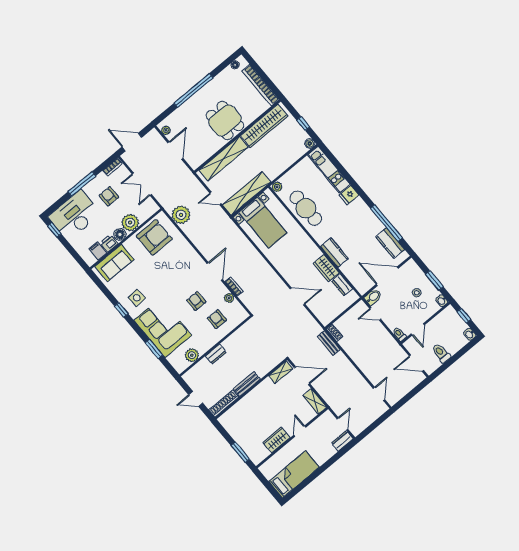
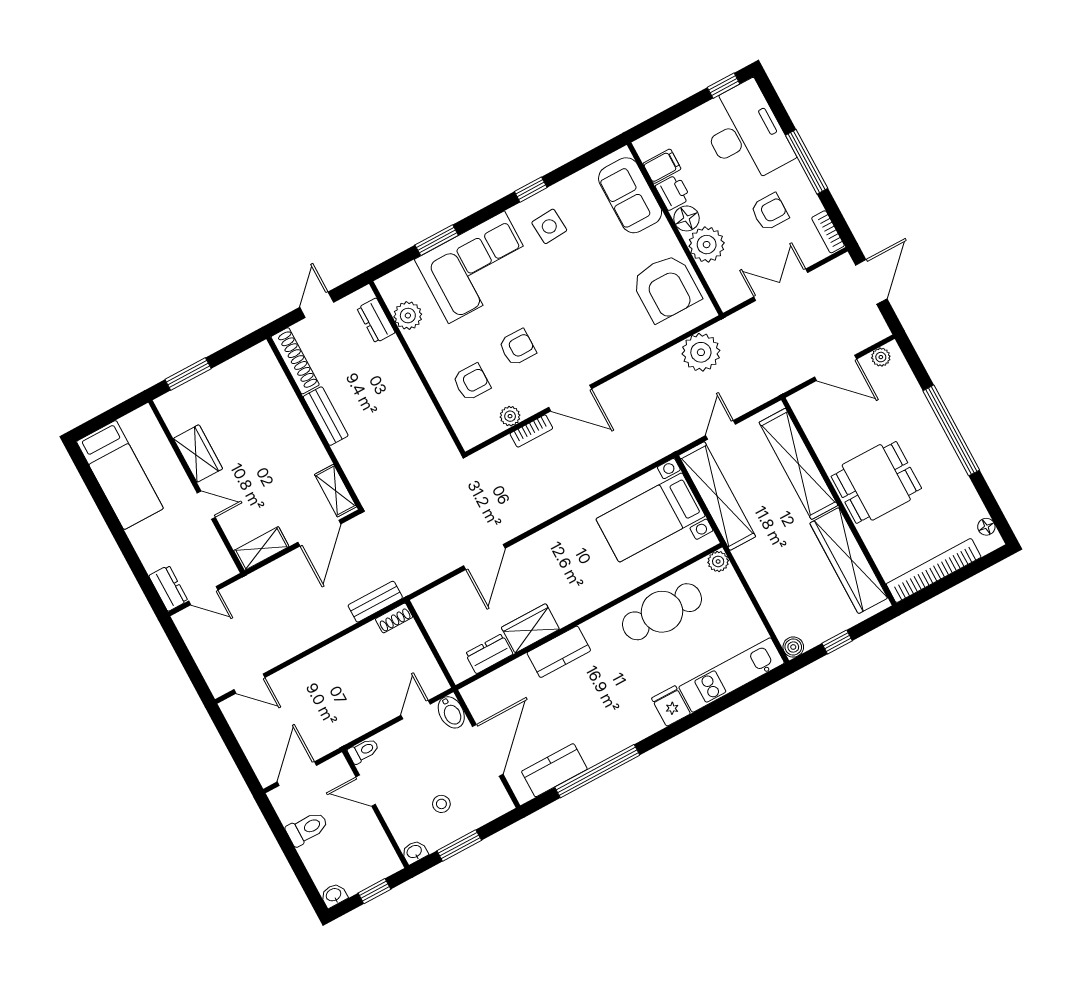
dresser: (216, 354) -> (376, 320), moved

